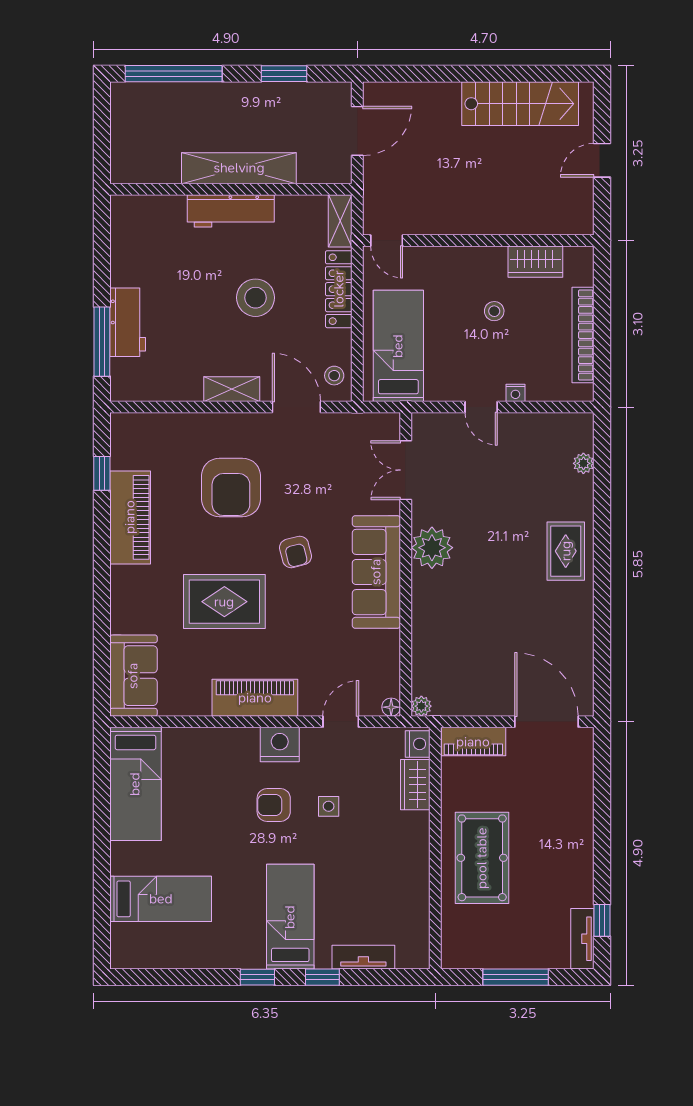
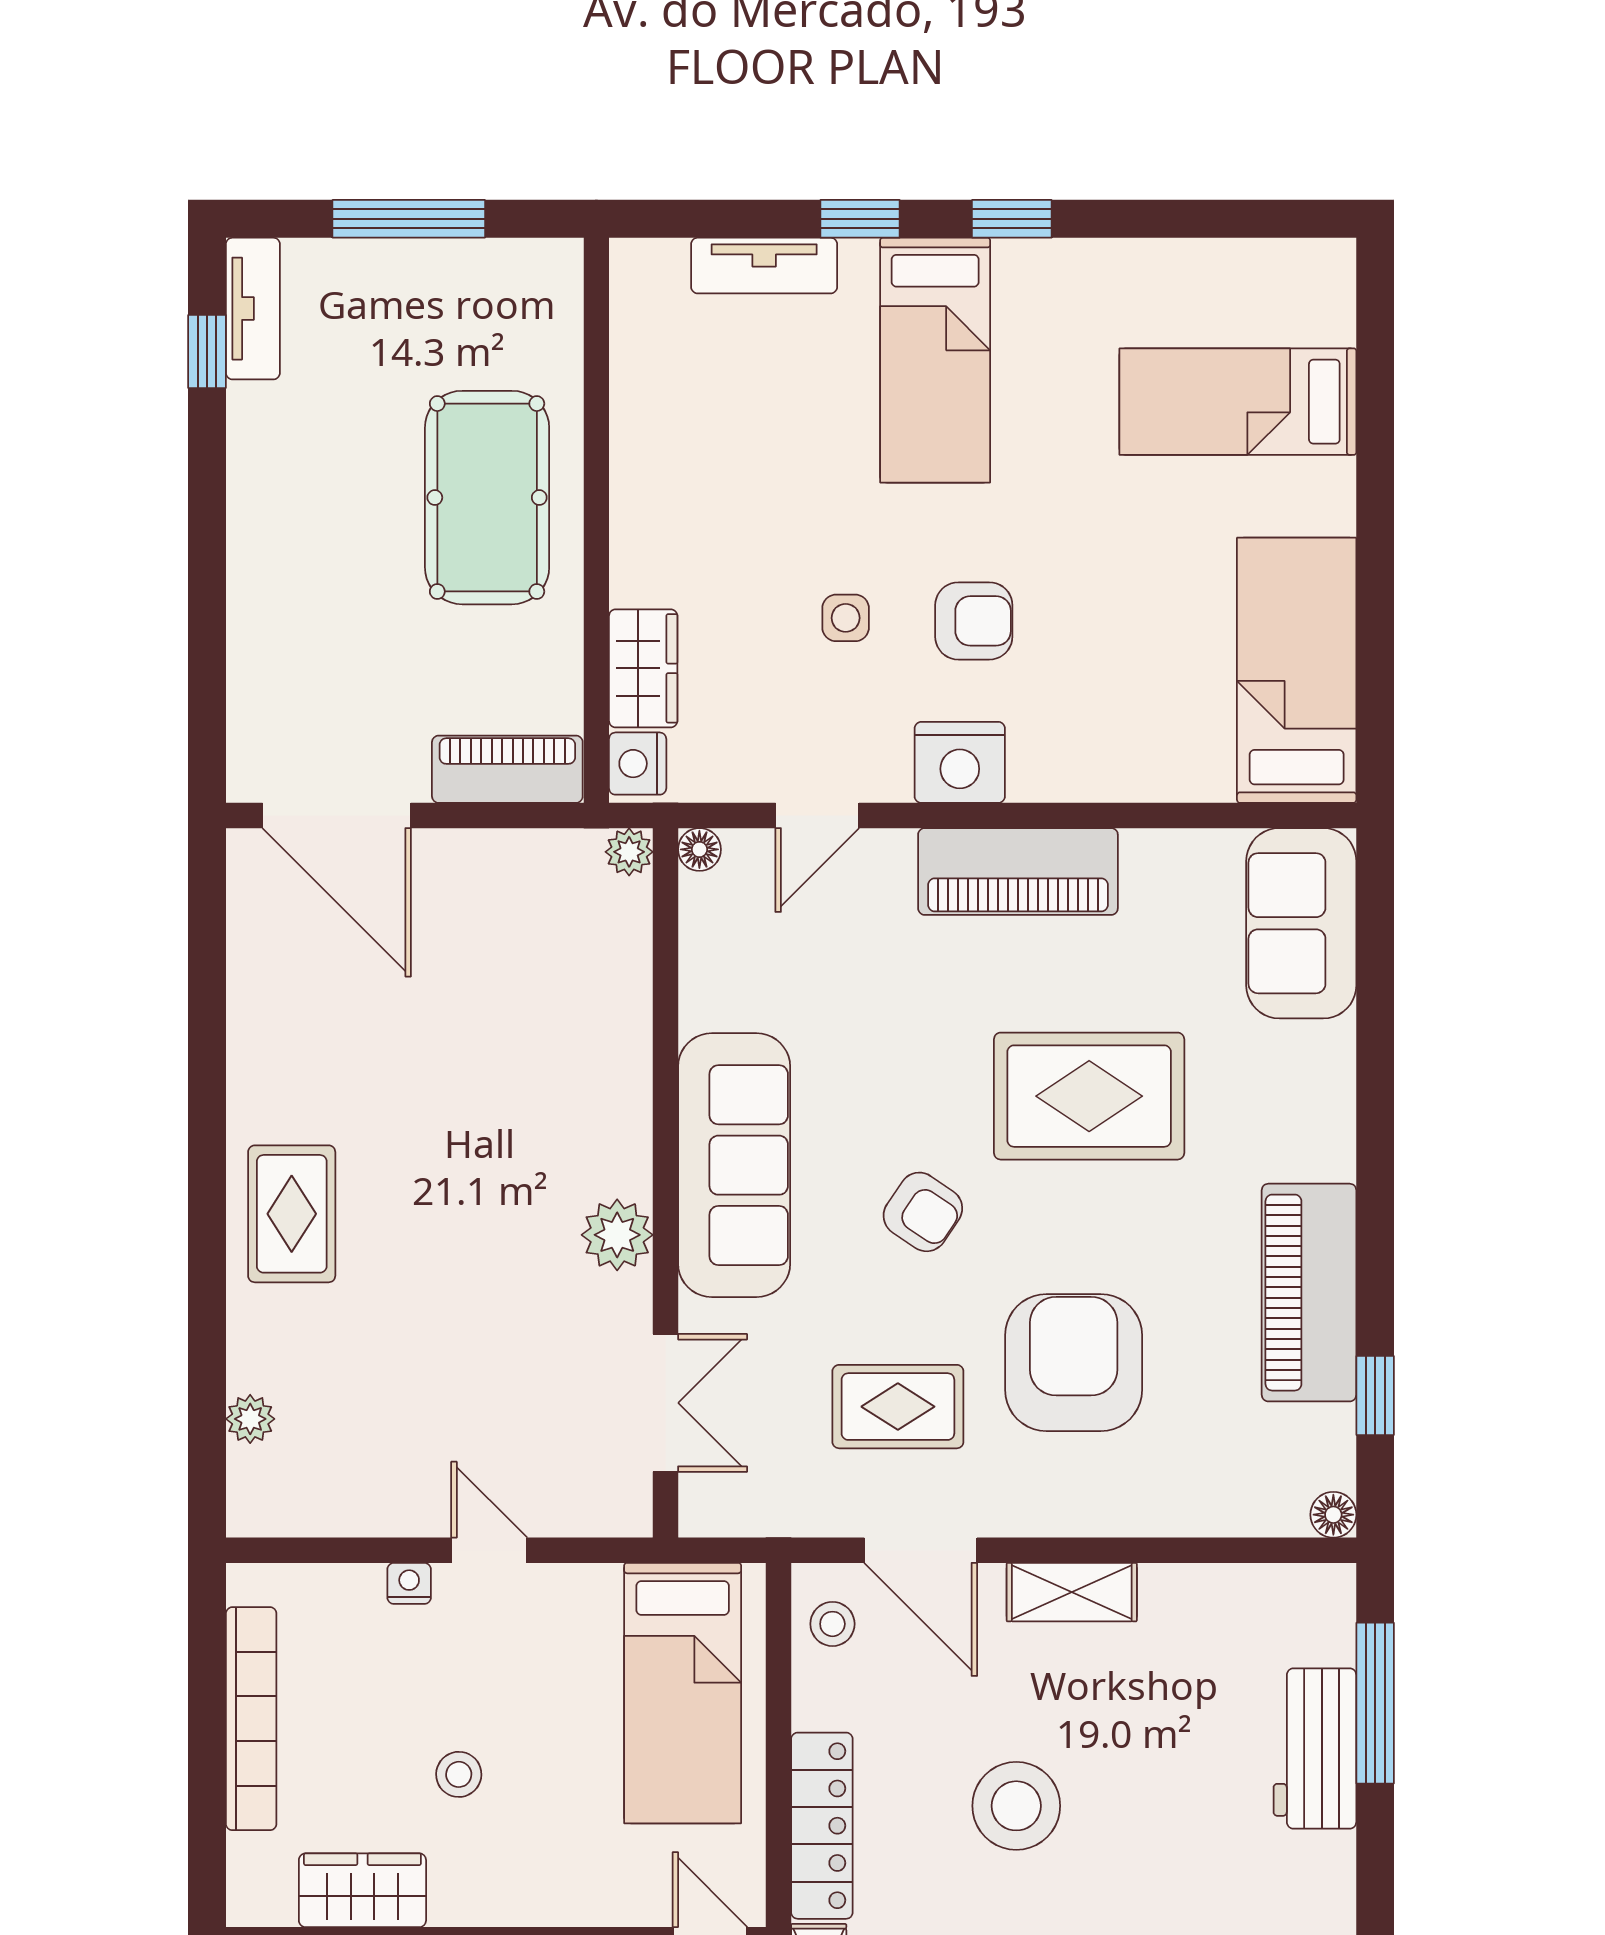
floor lamp: (120, 422) -> (1333, 1515), added
rug: (306, 469) -> (898, 1407), added
plant: (432, 548) -> (617, 1235), width x0.73, depth x0.73
armchair: (295, 552) -> (923, 1212), turned 138

